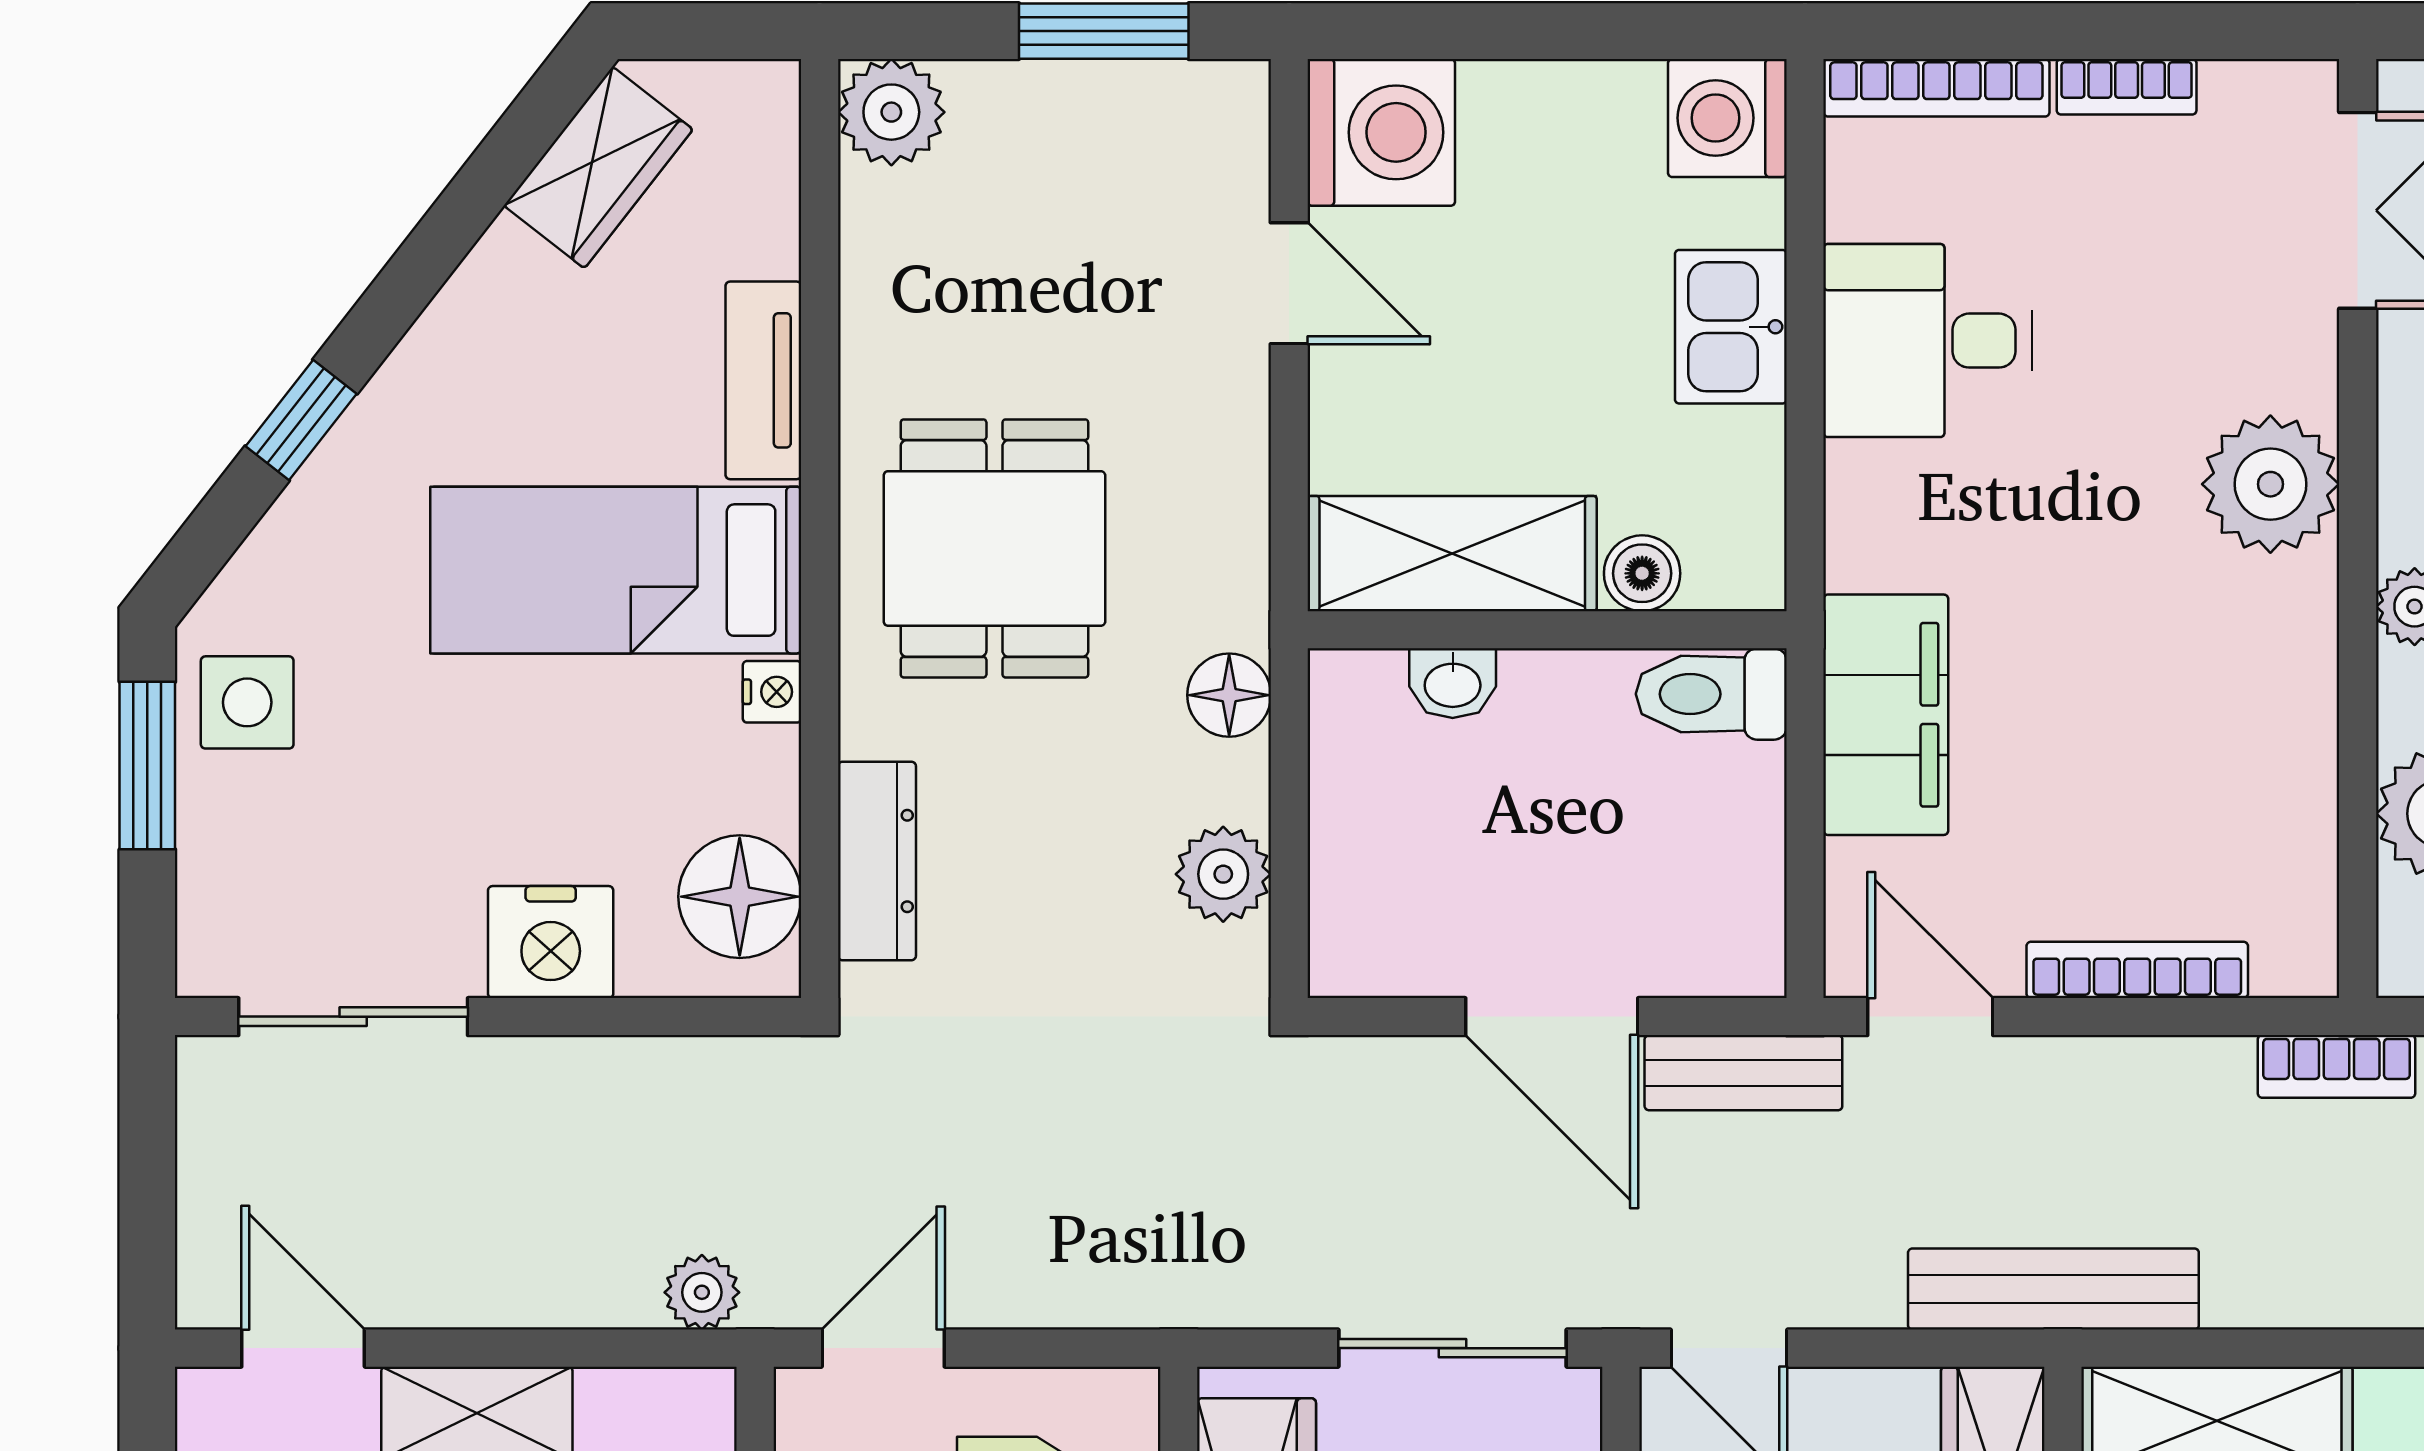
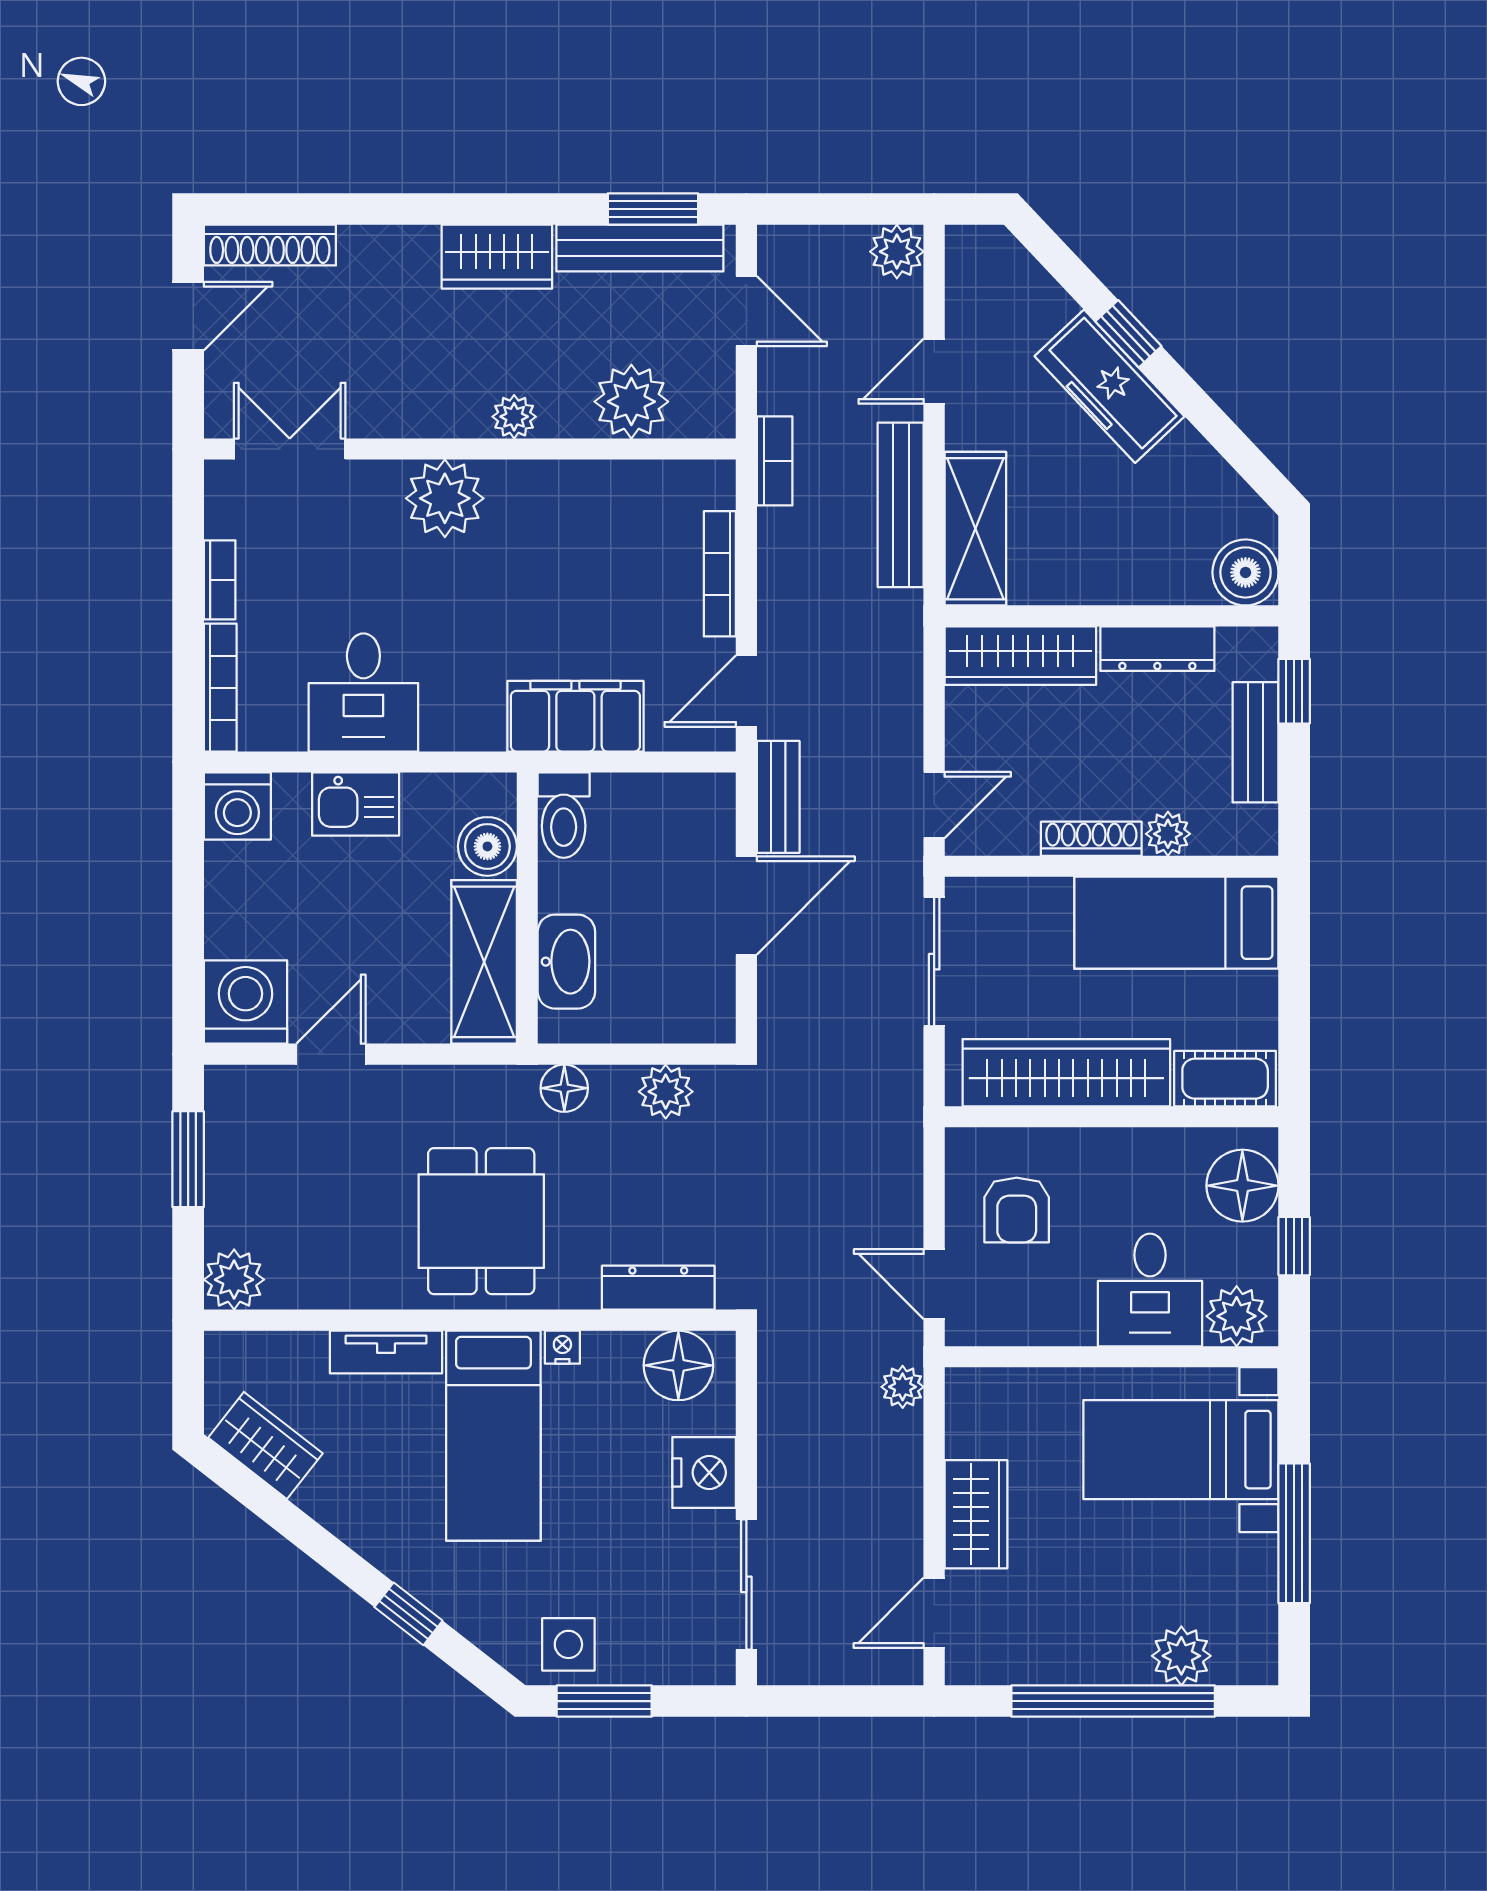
dining table: (994, 548) -> (481, 1221), turned 90
boiler: (1642, 573) -> (487, 846), width x1.36, depth x1.36
washbasin: (1453, 683) -> (566, 962), width x1.91, depth x1.45
bench: (2053, 1289) -> (901, 505), moved

